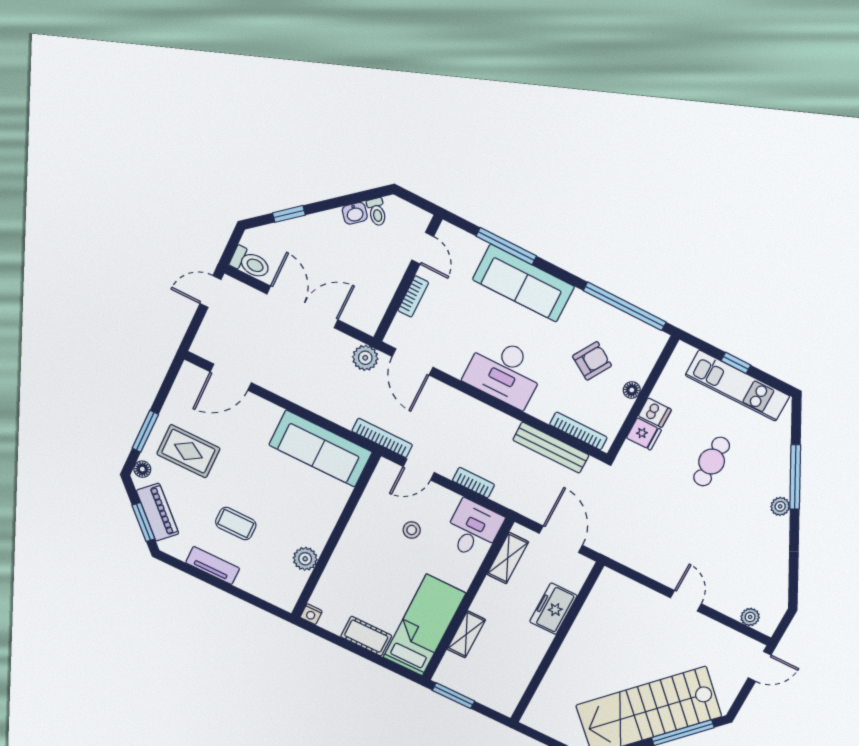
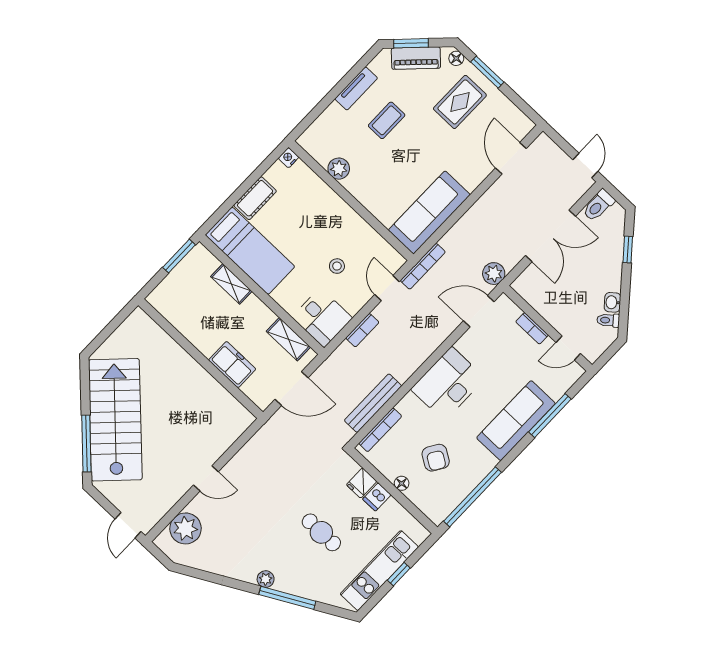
plant: (750, 617) -> (186, 528), width x1.87, depth x1.87

